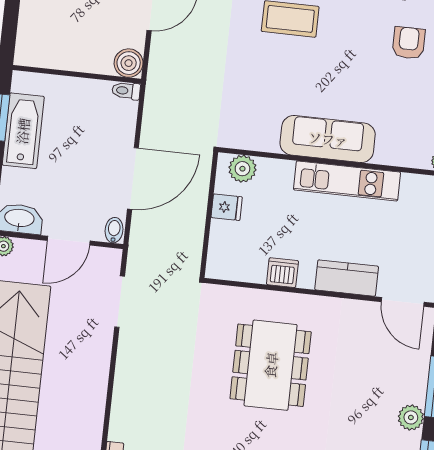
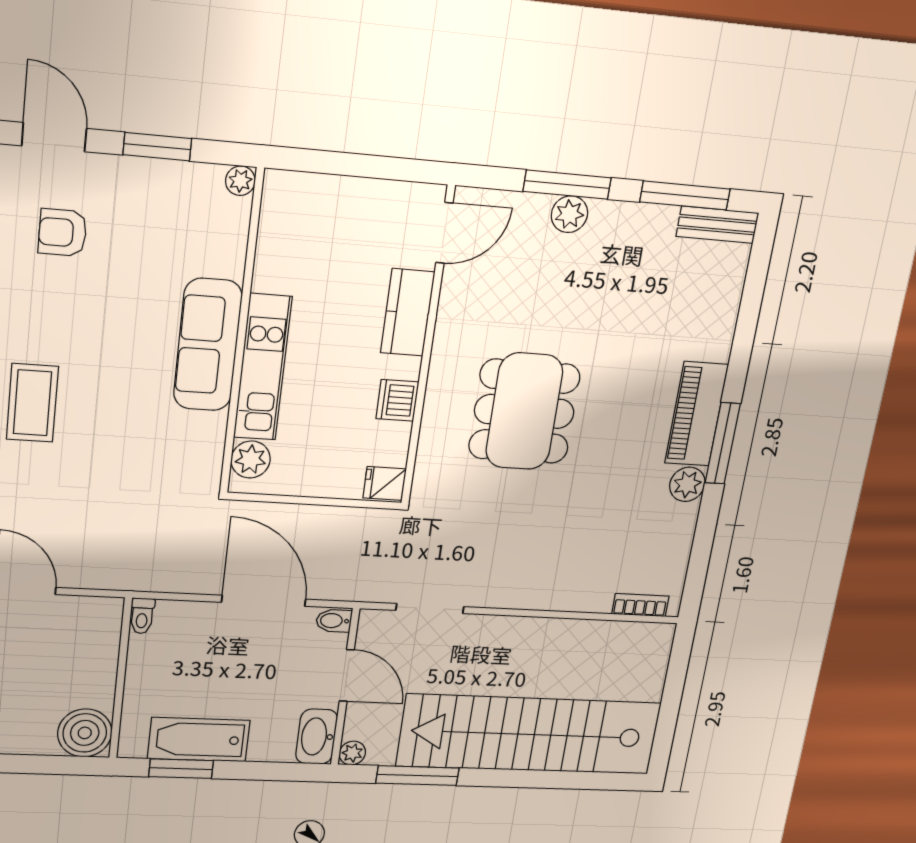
boiler: (129, 63) -> (85, 733), moved, width x1.37, depth x1.37
kitchen unit: (347, 181) -> (263, 367), moved
fridge: (227, 207) -> (385, 483), moved, turned -90
dining table: (271, 365) -> (524, 411), turned 90
plant: (411, 417) -> (569, 214), moved

